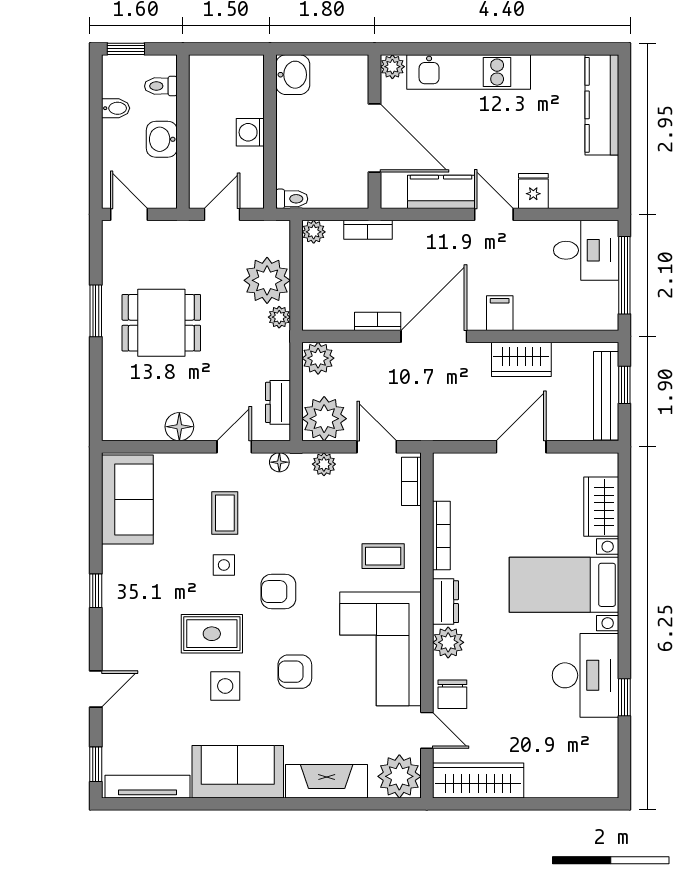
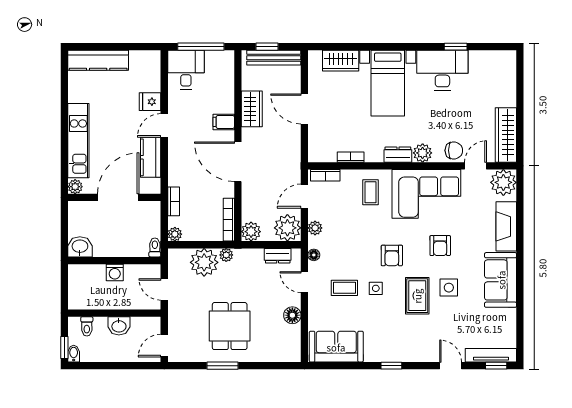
bidet: (116, 108) -> (74, 354), moved
bookcase: (378, 321) -> (229, 220), moved, width x1.56
bookcase: (441, 536) -> (351, 157), width x0.64
tv unit: (147, 787) -> (491, 355), moved, turned 90

